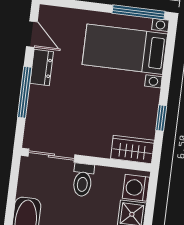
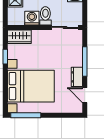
bed with nightstands: (125, 49) -> (31, 86), width x1.36
washing machine: (136, 188) -> (32, 18), moved, turned -90

